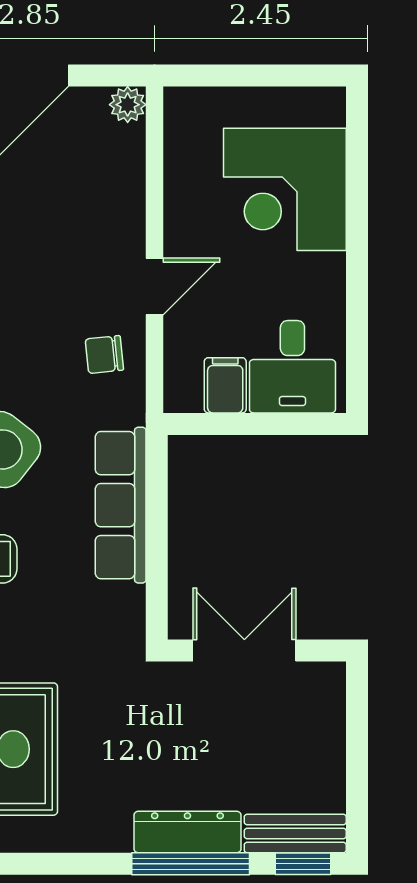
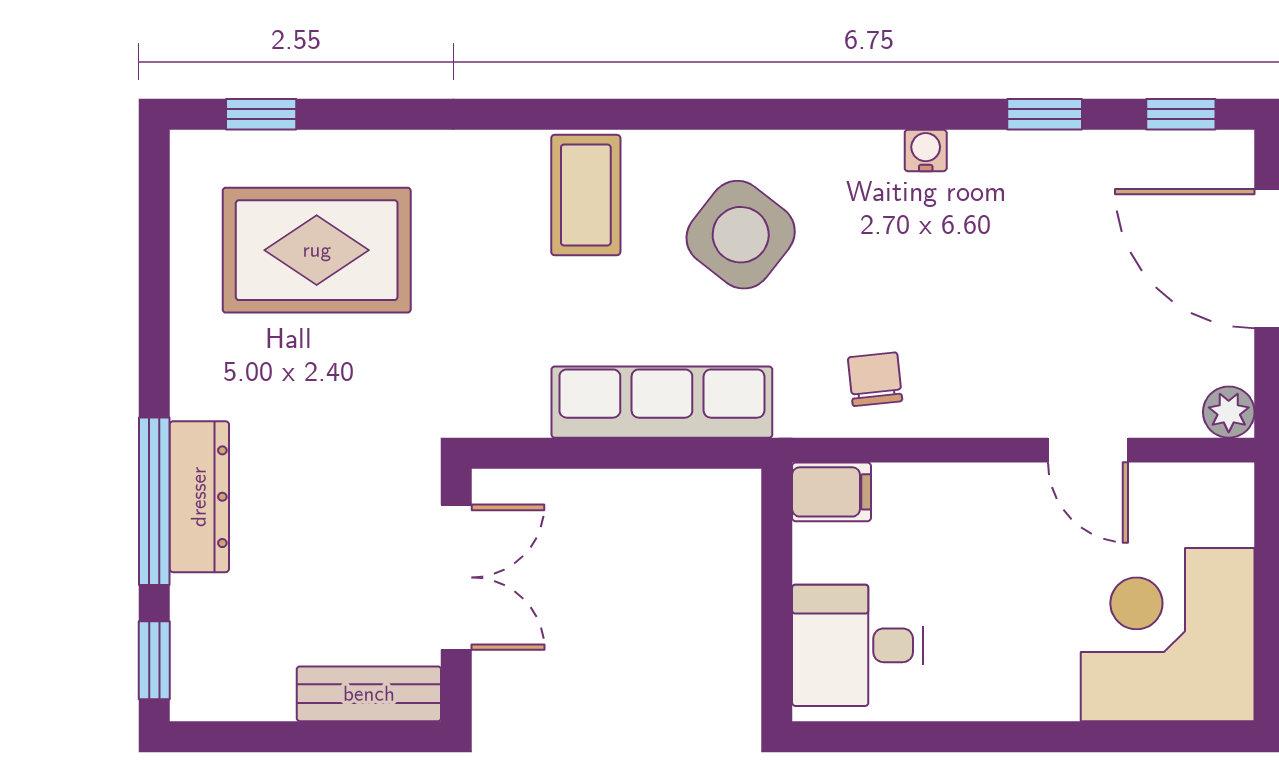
corner desk: (285, 189) -> (1168, 635), moved
door: (155, 287) -> (1088, 450), moved
filing cabinet: (225, 385) -> (831, 492), moved
bench: (295, 834) -> (369, 694), moved, turned 90

